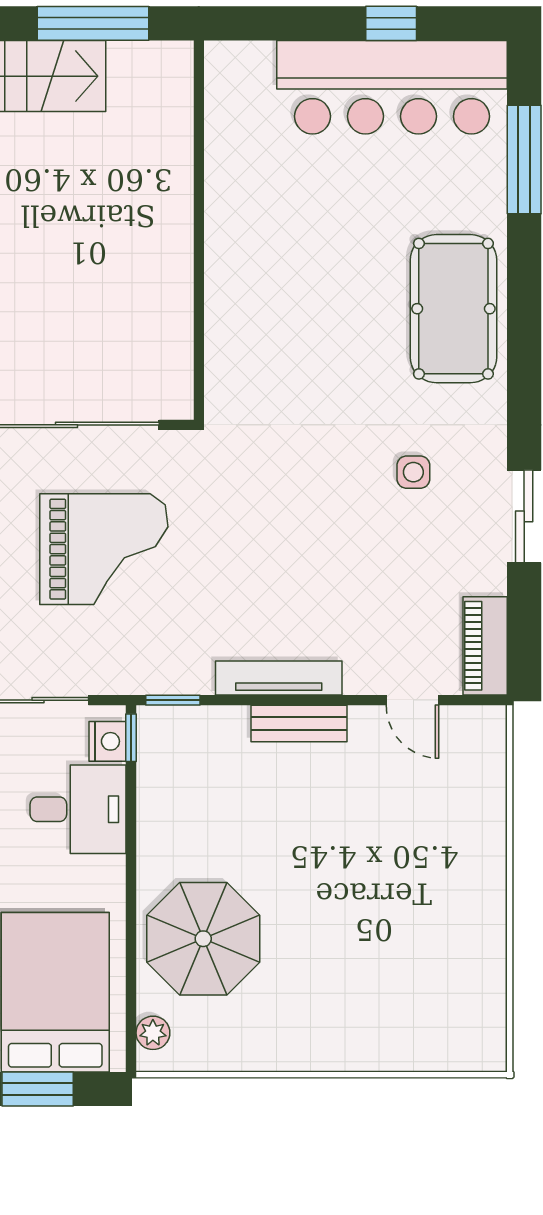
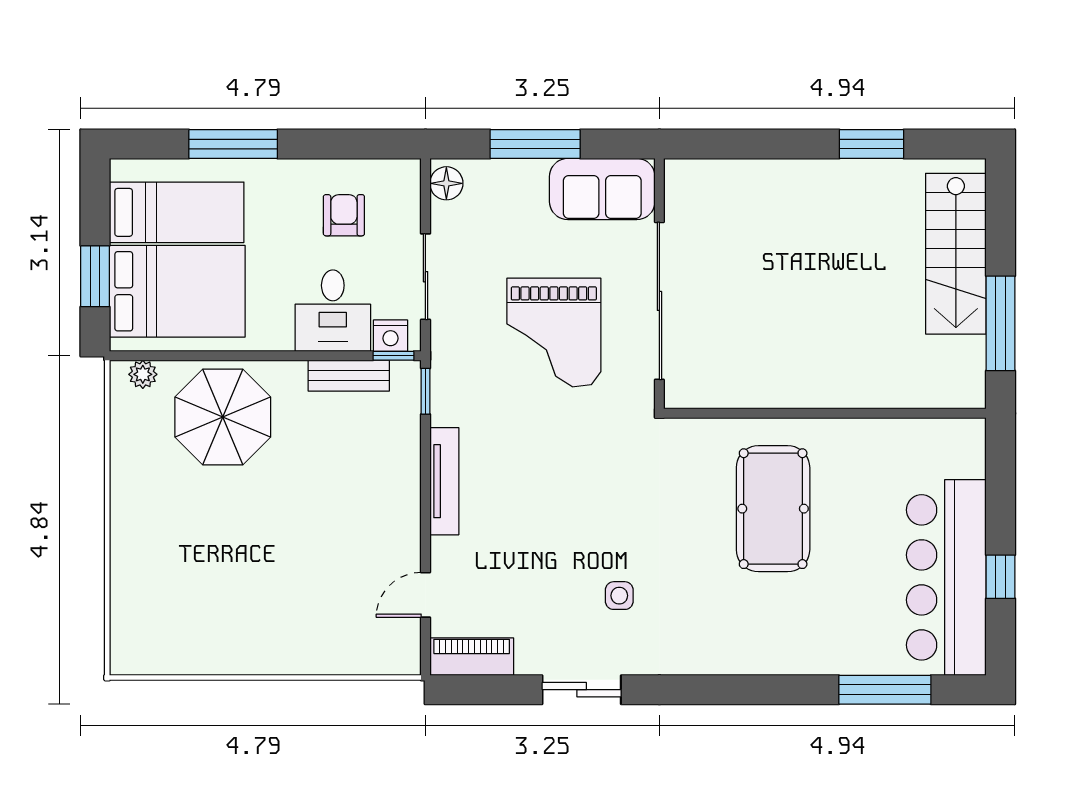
pool table: (453, 309) -> (773, 509), moved, turned 90
bench: (299, 724) -> (349, 376), moved, turned 90

